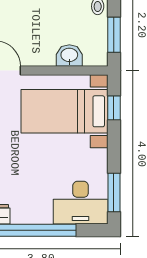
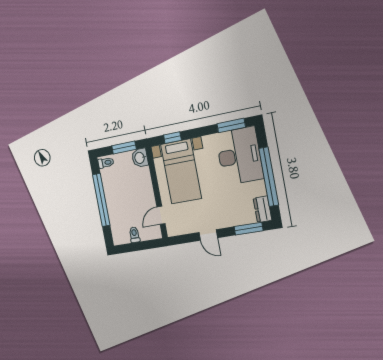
washbasin: (69, 55) -> (140, 158), moved
desk: (81, 203) -> (239, 156), width x1.36, depth x1.30

